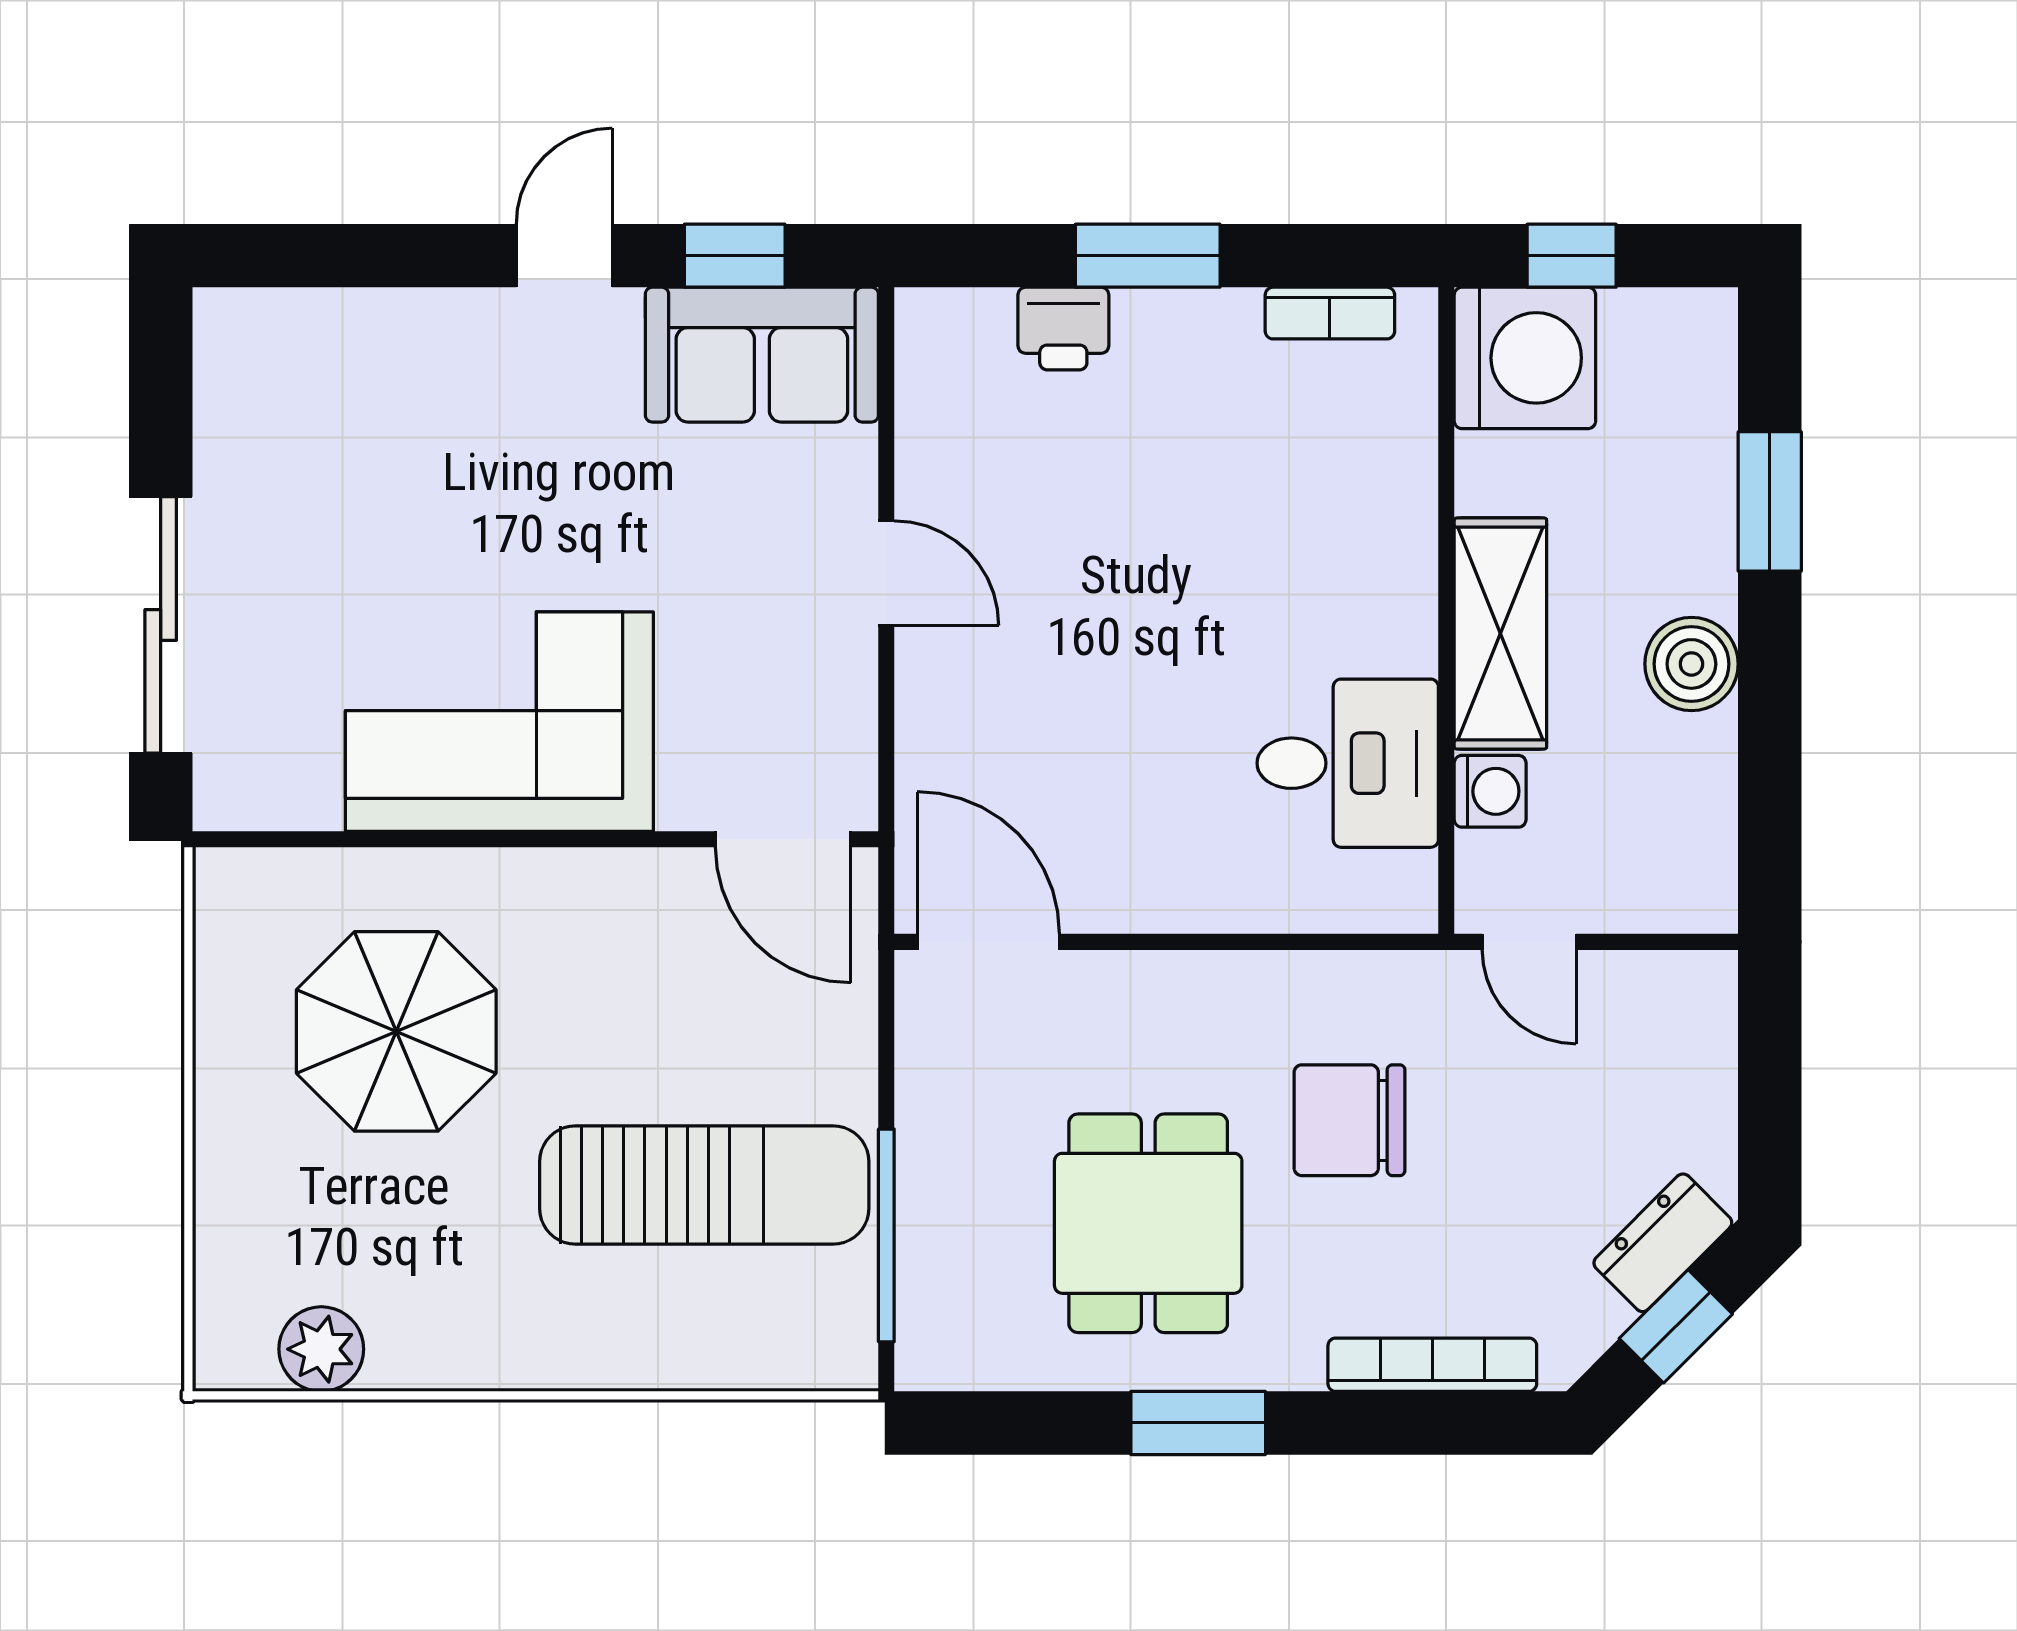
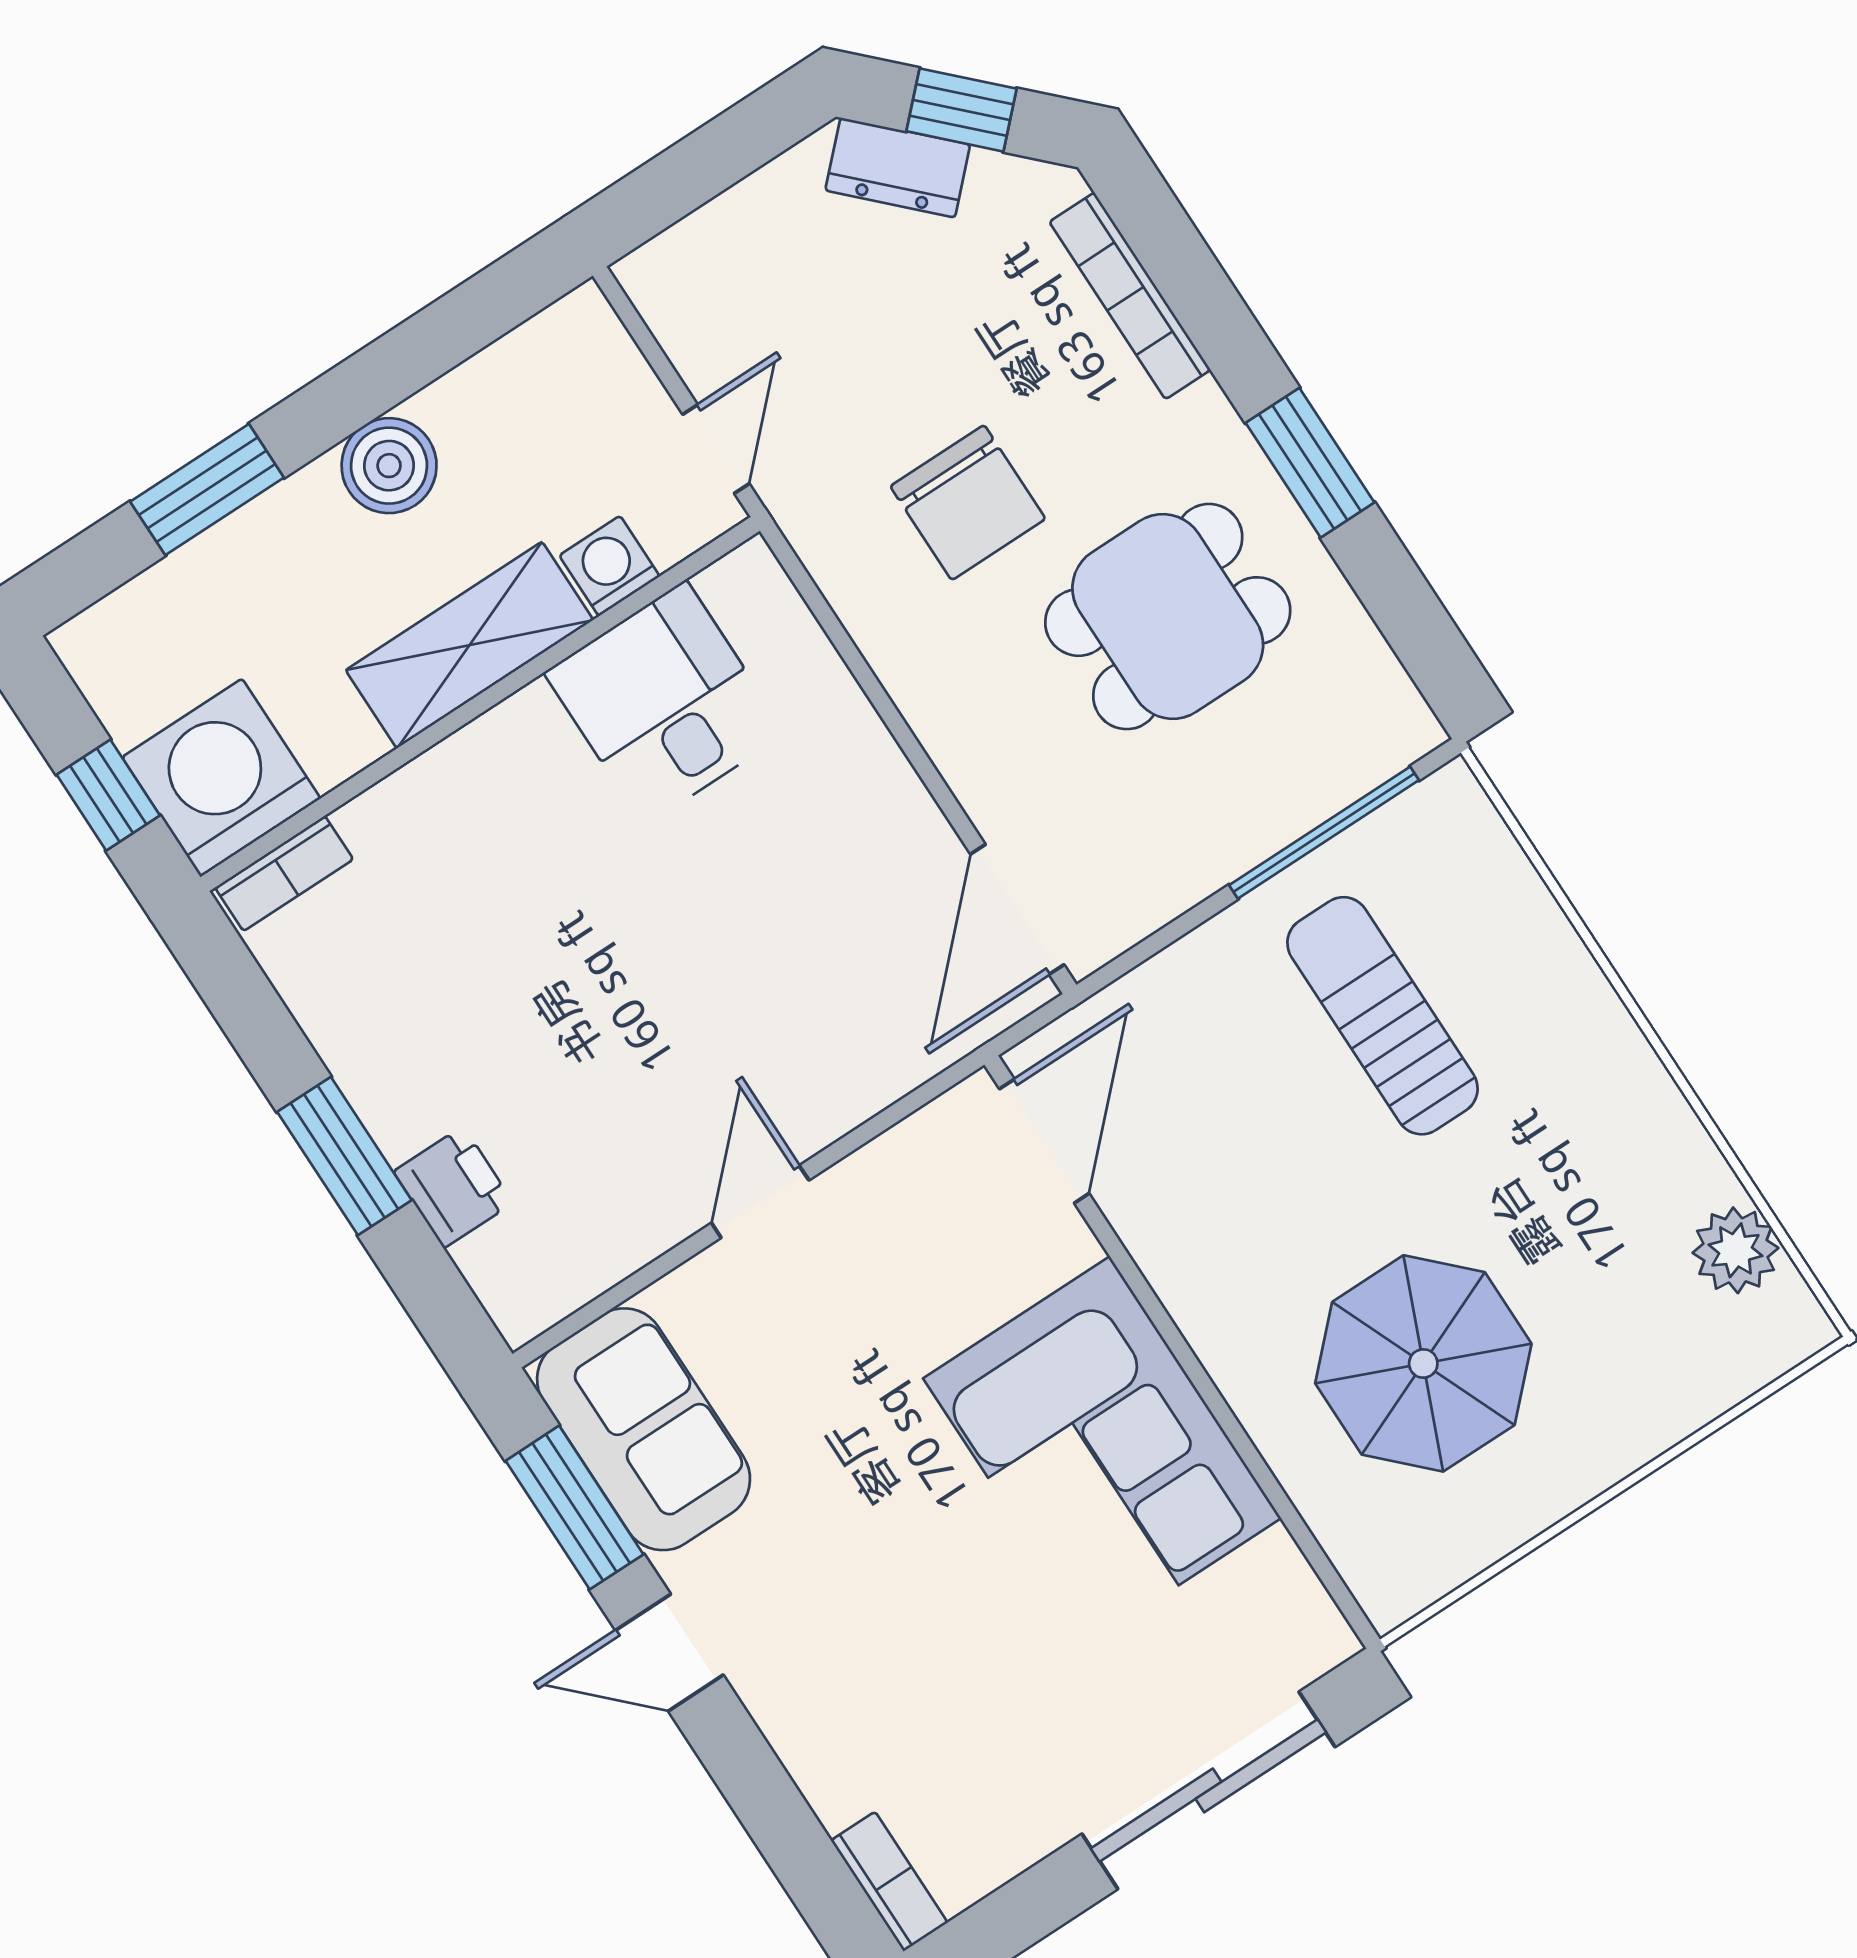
window: (735, 256) -> (574, 1508), width x1.50
bookcase: (258, 313) -> (889, 1882), added
bookcase: (1330, 313) -> (284, 873), moved, turned 90
sun lounger: (704, 1185) -> (1382, 1016), width x0.73, depth x0.75

